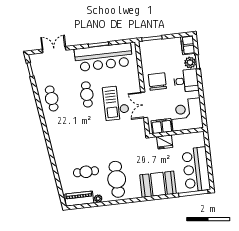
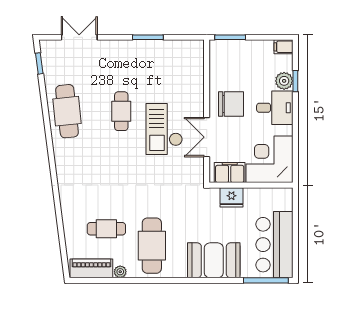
filing cabinet: (188, 45) -> (284, 47), width x0.50
bar counter: (104, 57) -> (153, 57), removed
chair: (157, 82) -> (231, 104), turned 90
cafe table: (52, 98) -> (67, 111), width x1.37, depth x1.35

